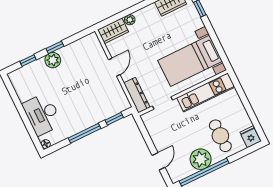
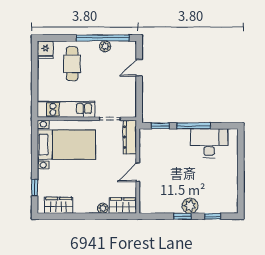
desk: (42, 114) -> (209, 143), moved, turned -90
floor lamp: (46, 144) -> (233, 133), removed
plant: (201, 159) -> (105, 46), width x0.53, depth x0.53

